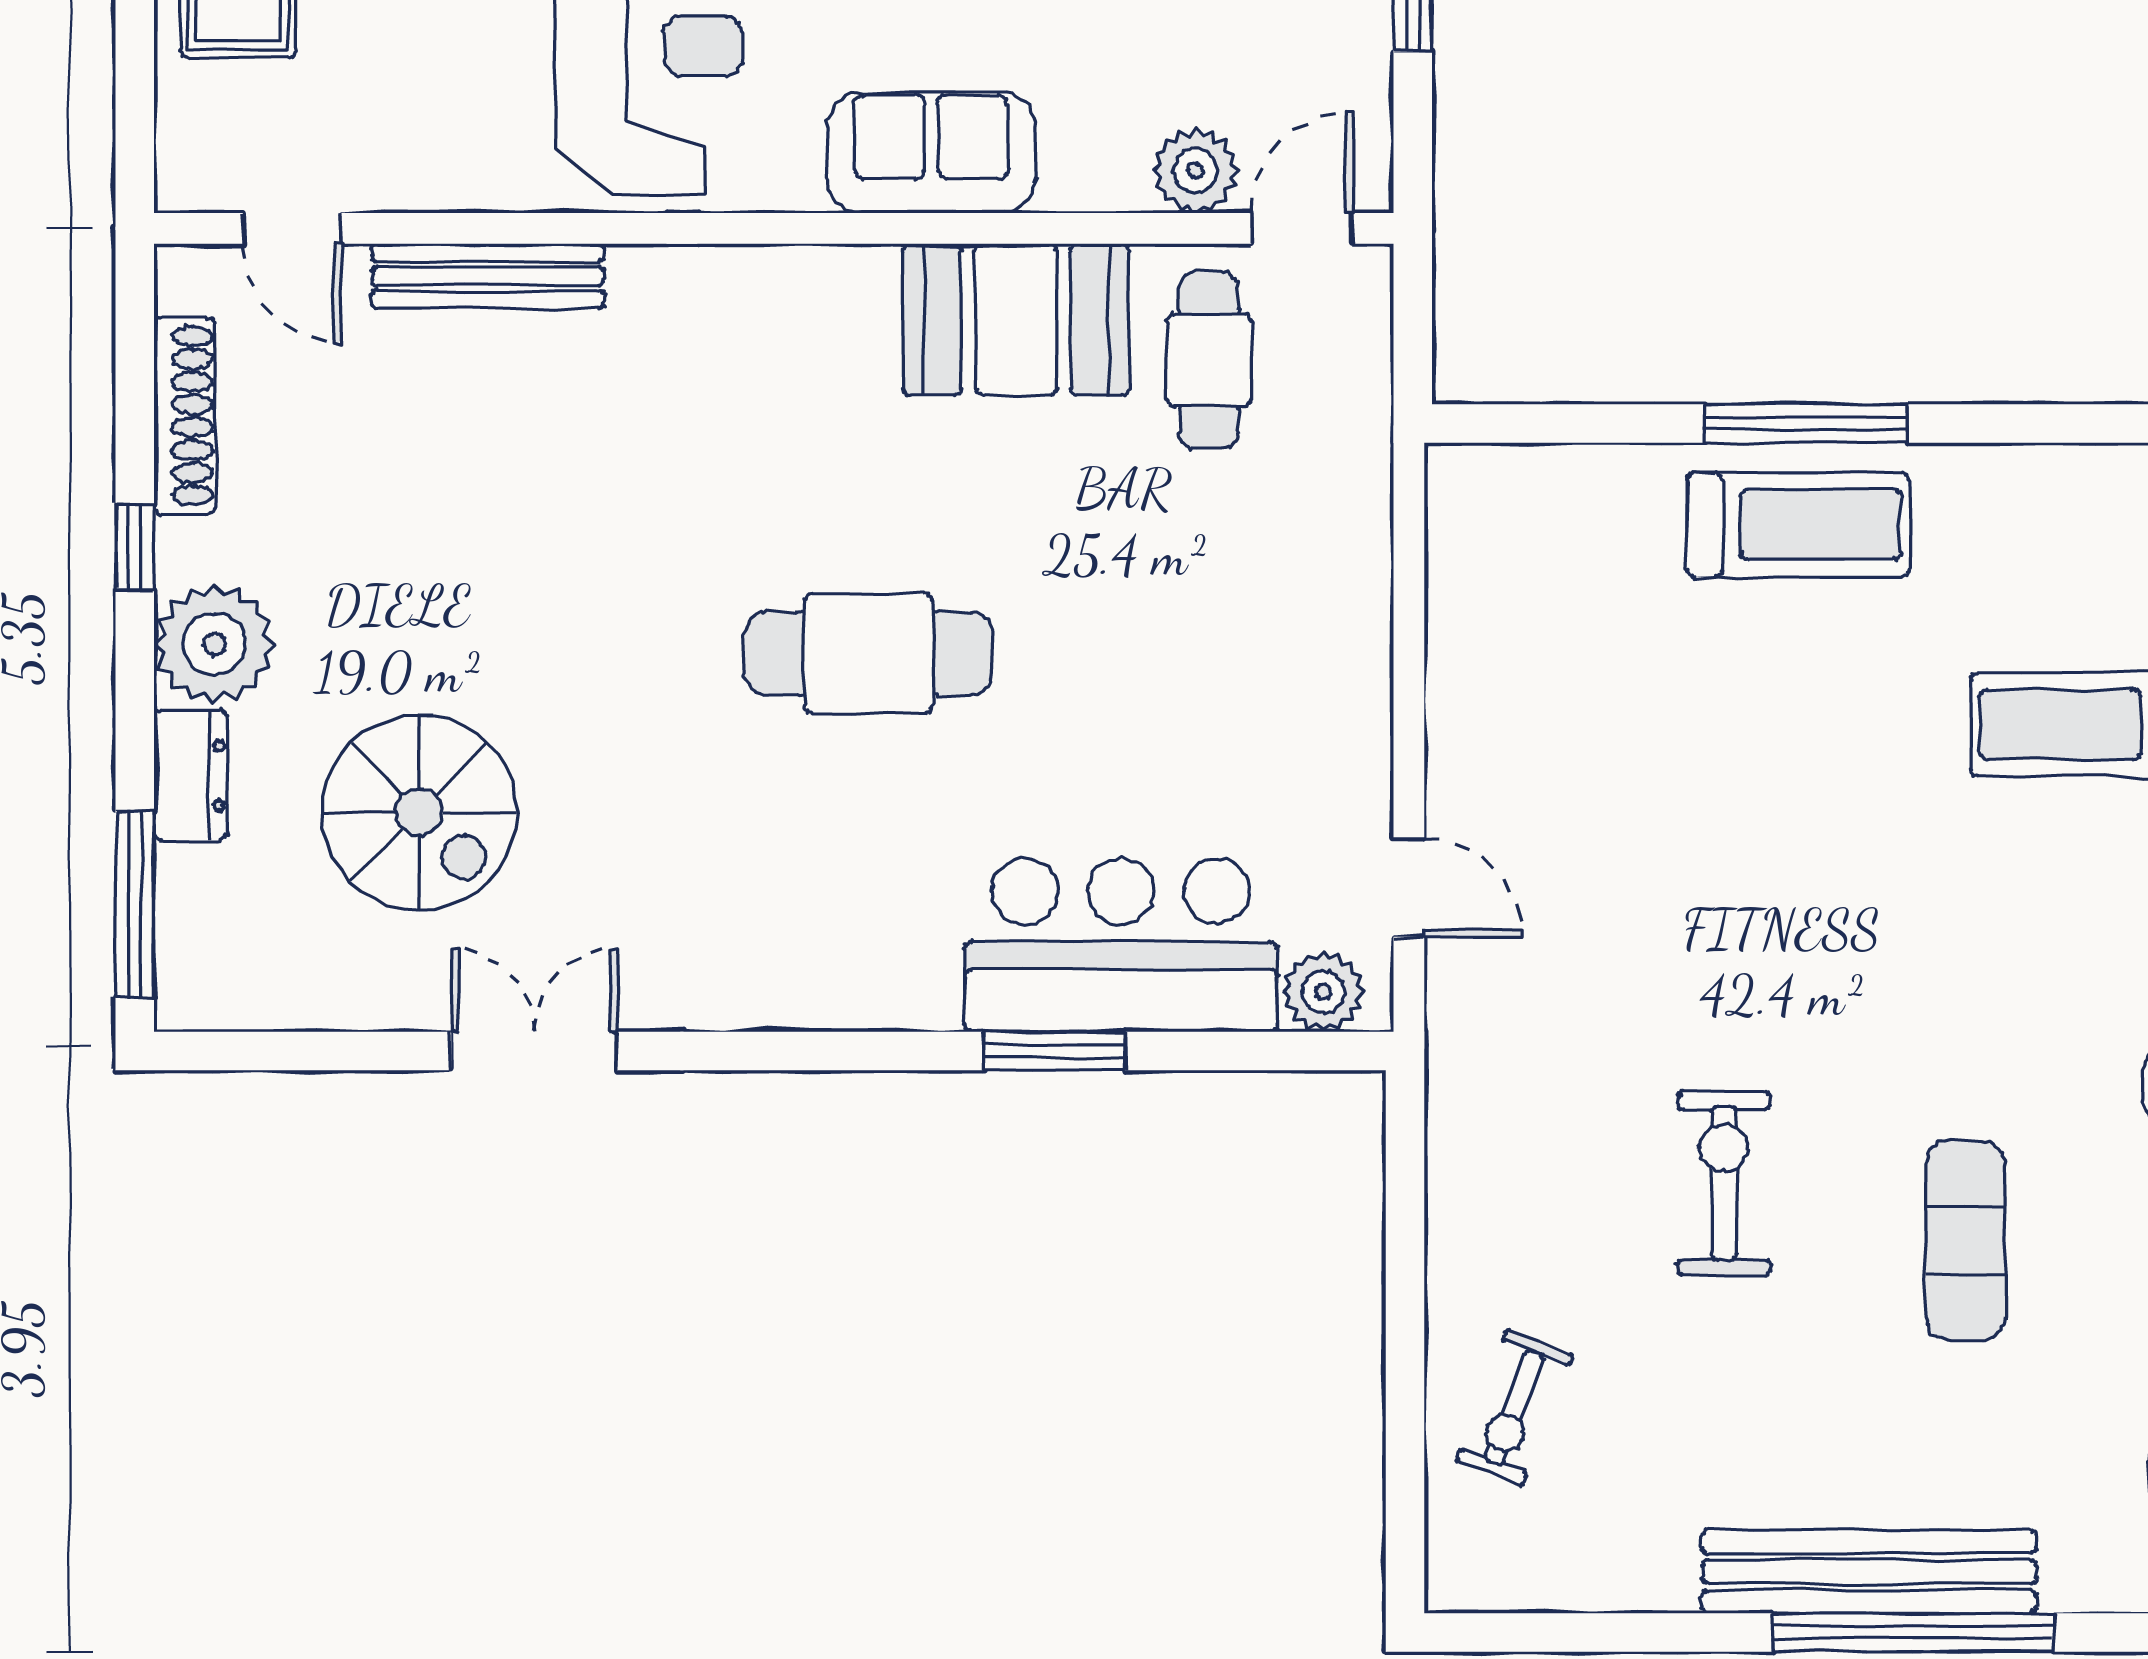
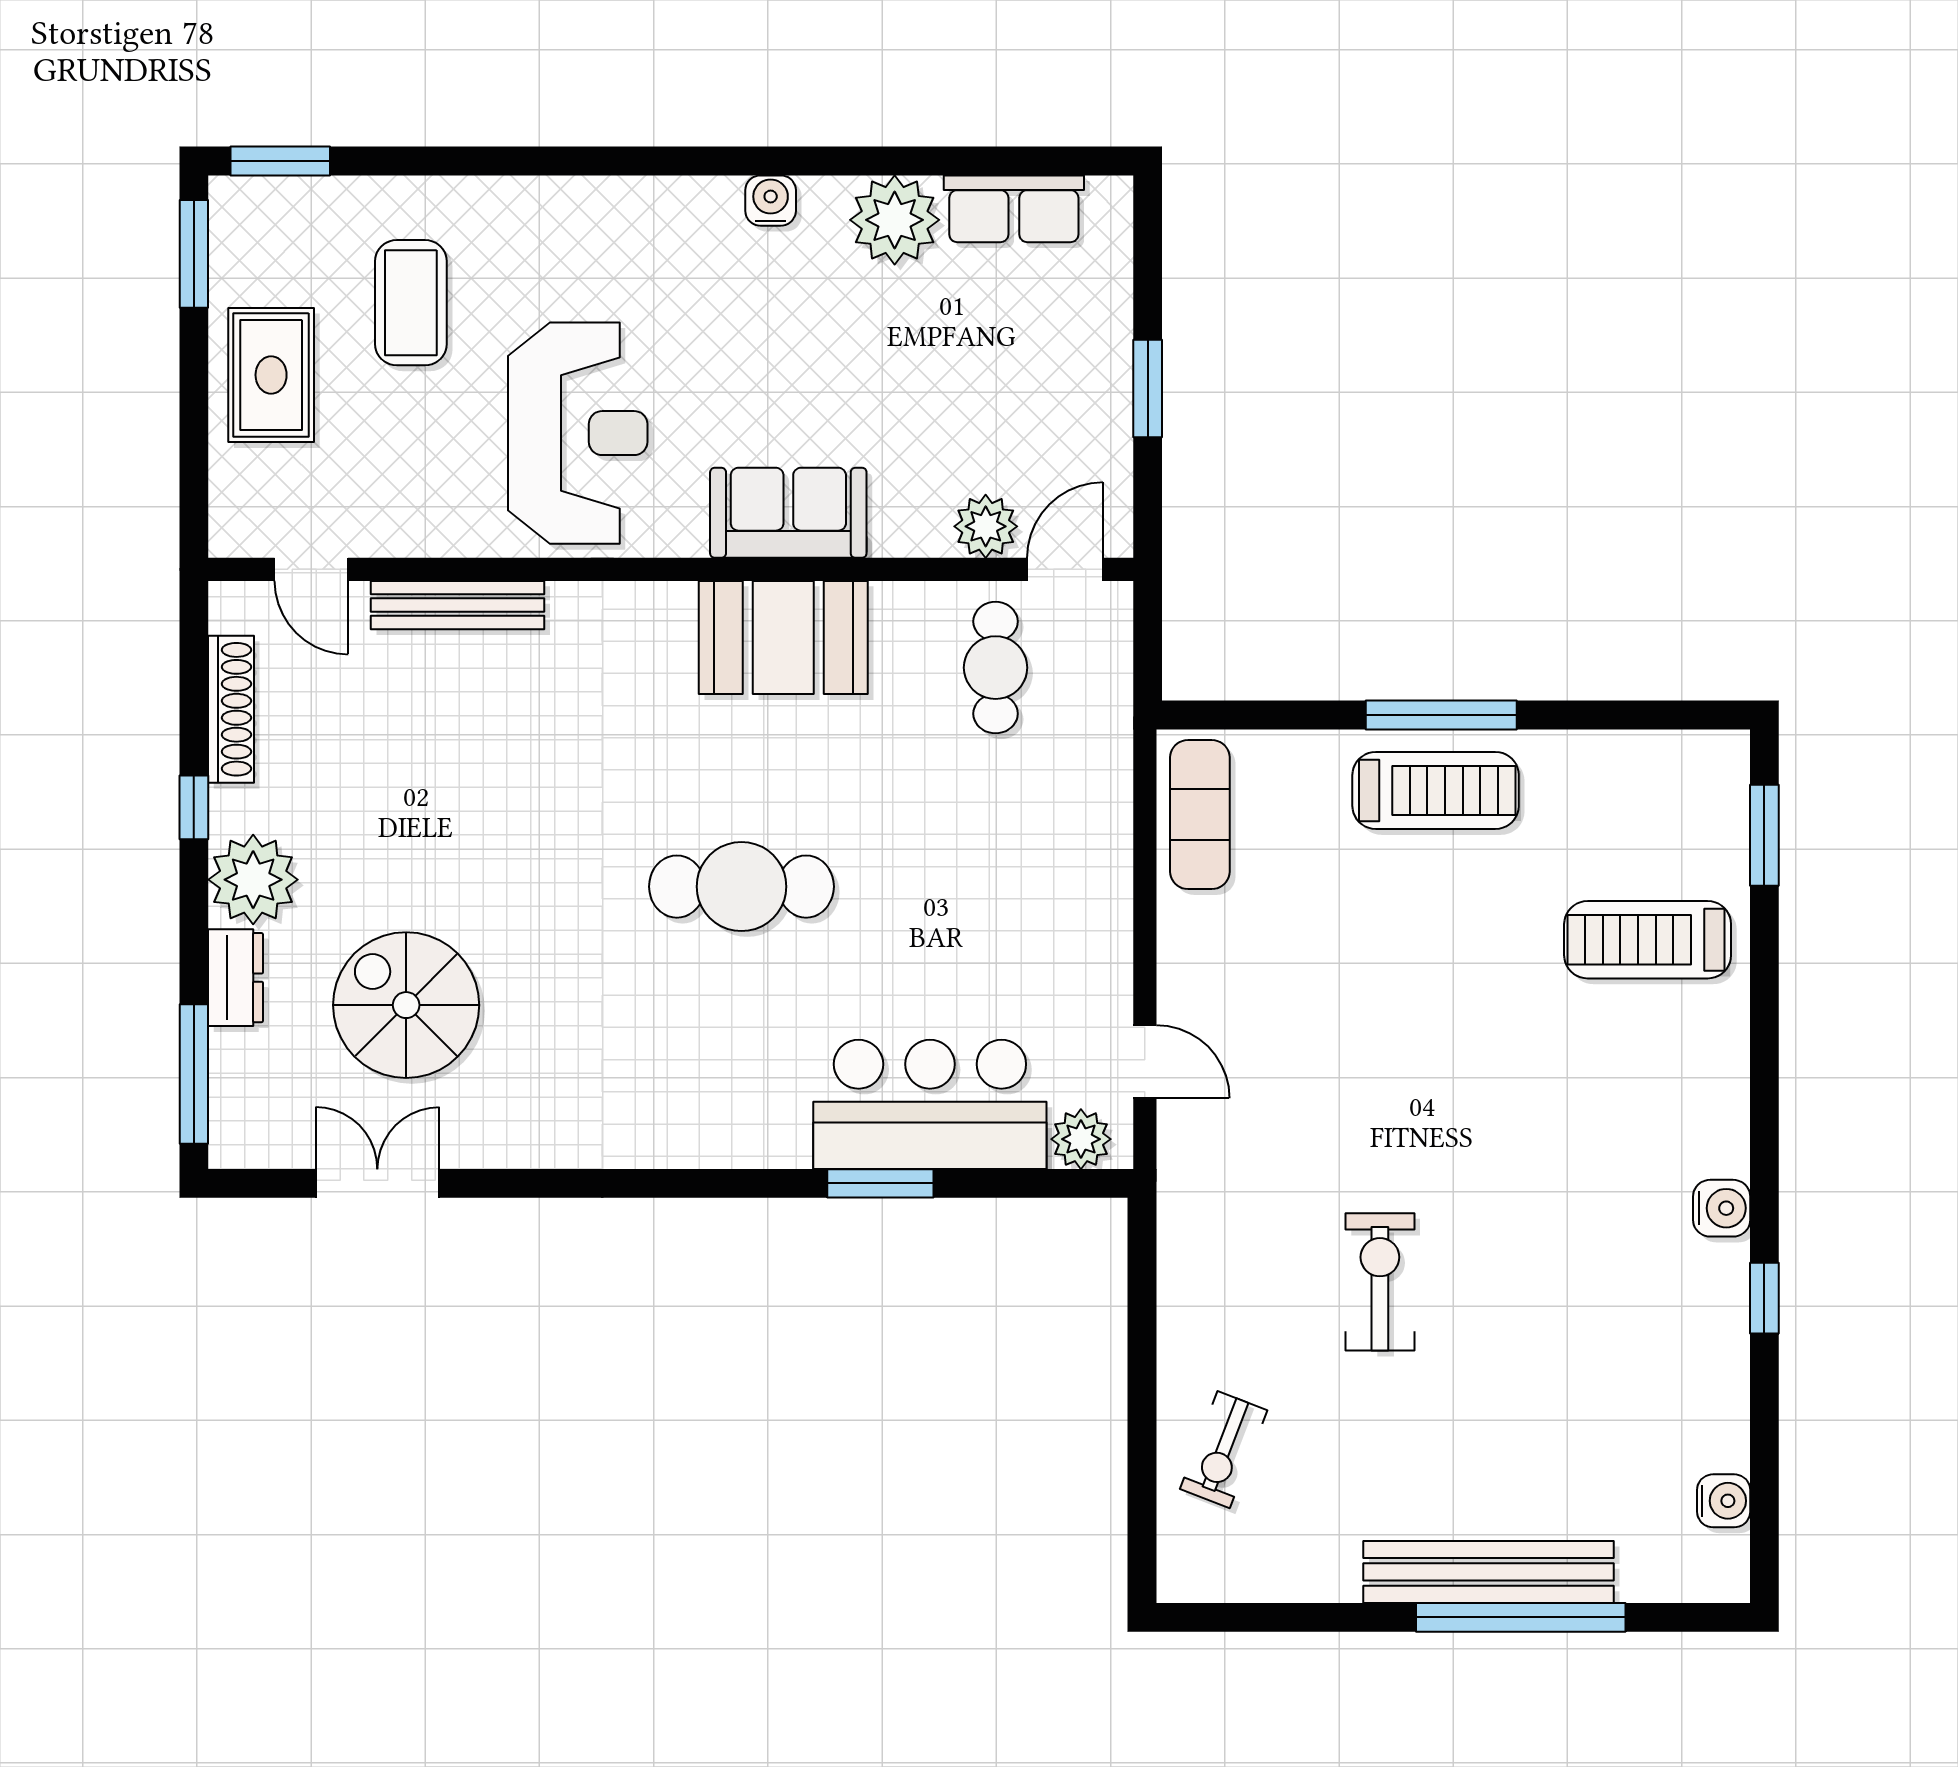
booth: (1016, 320) -> (783, 637), moved
spiral stairs: (419, 812) -> (406, 1005), turned 180
double door: (534, 1051) -> (377, 1183), moved
exercise mat: (1966, 1240) -> (1200, 815), moved

